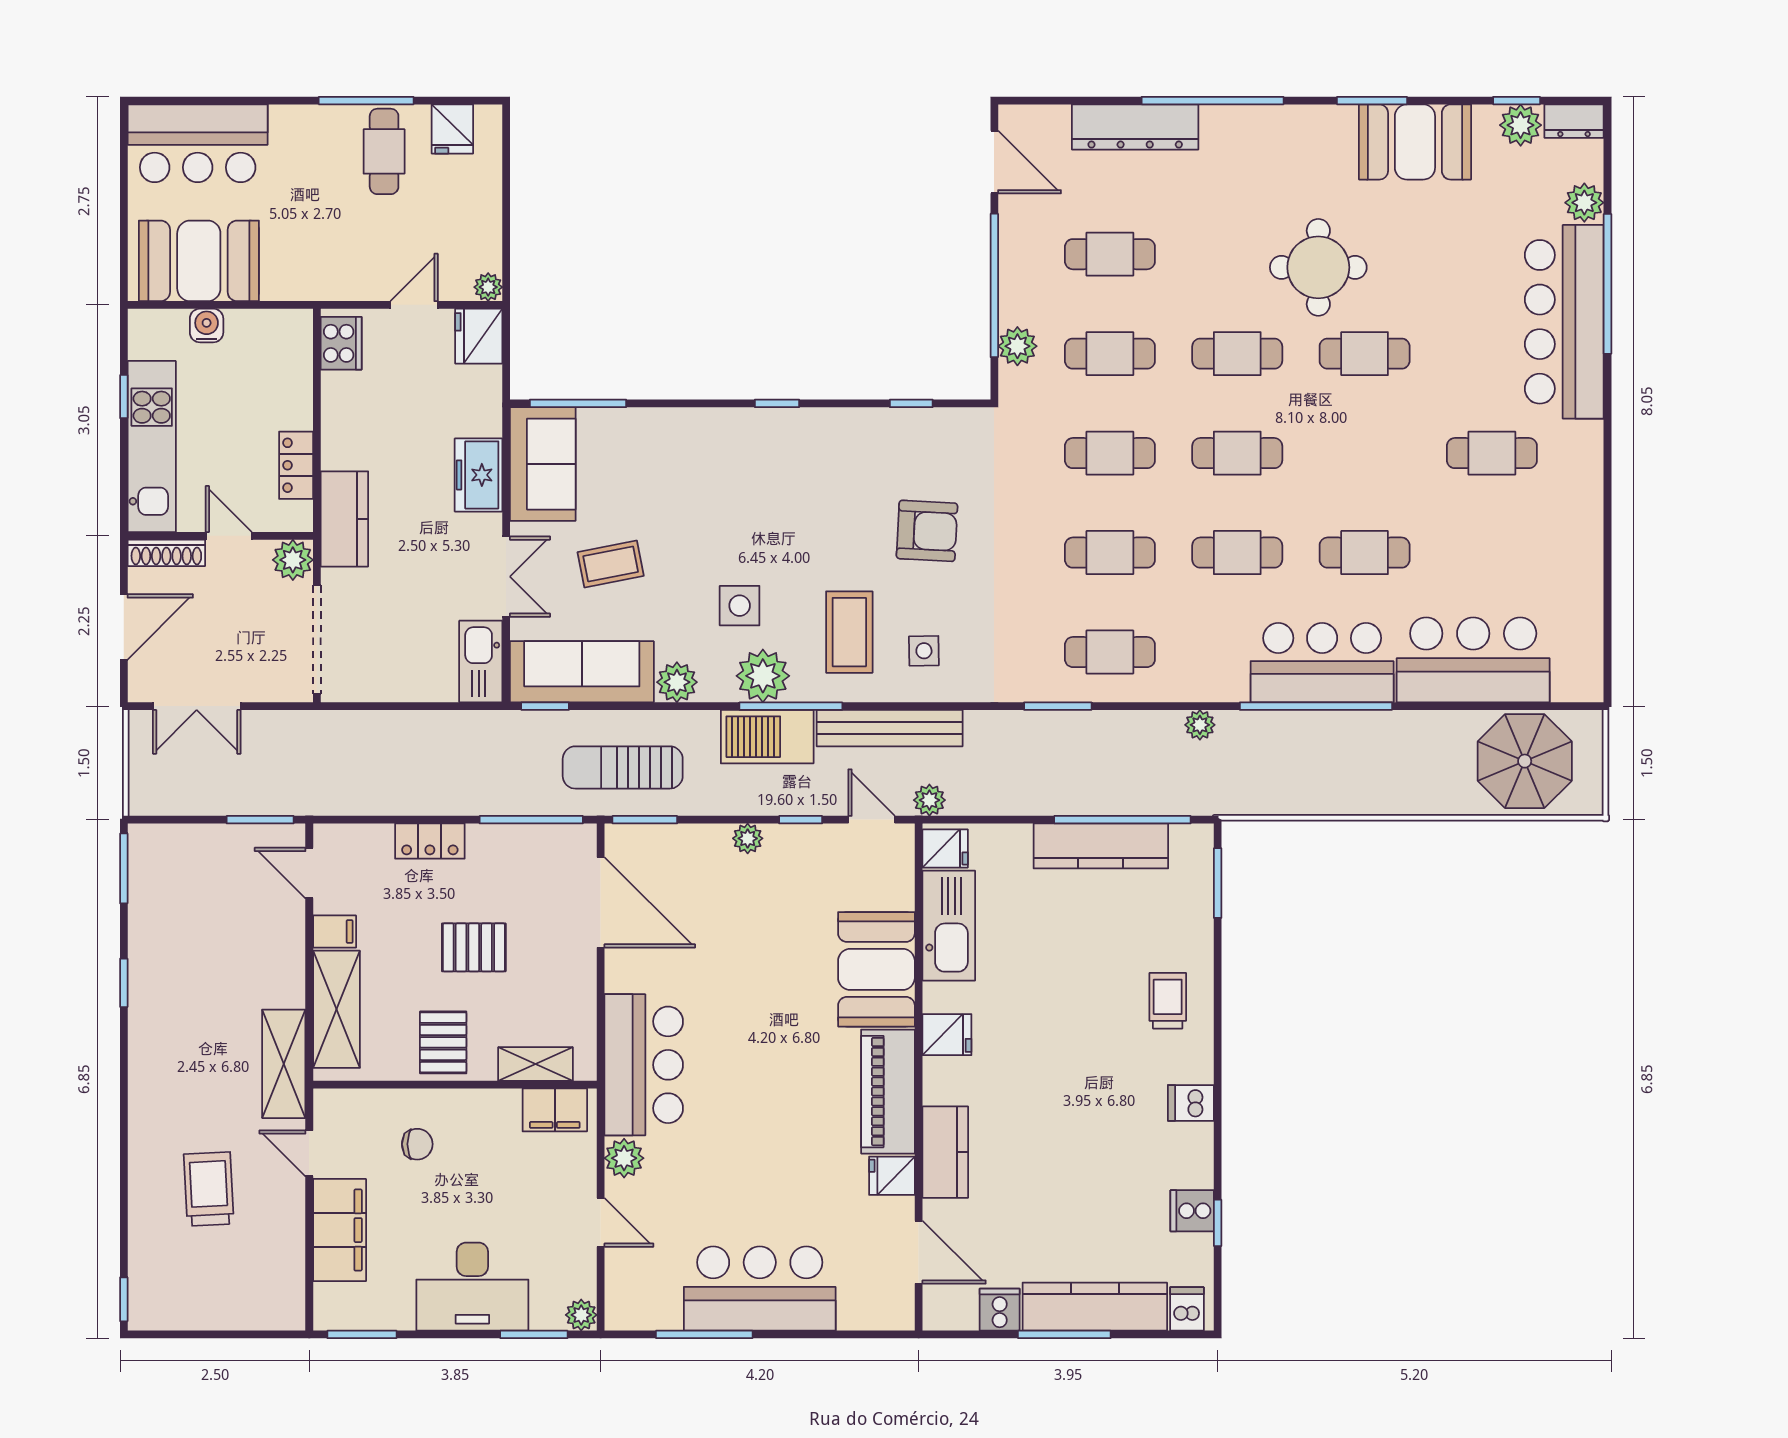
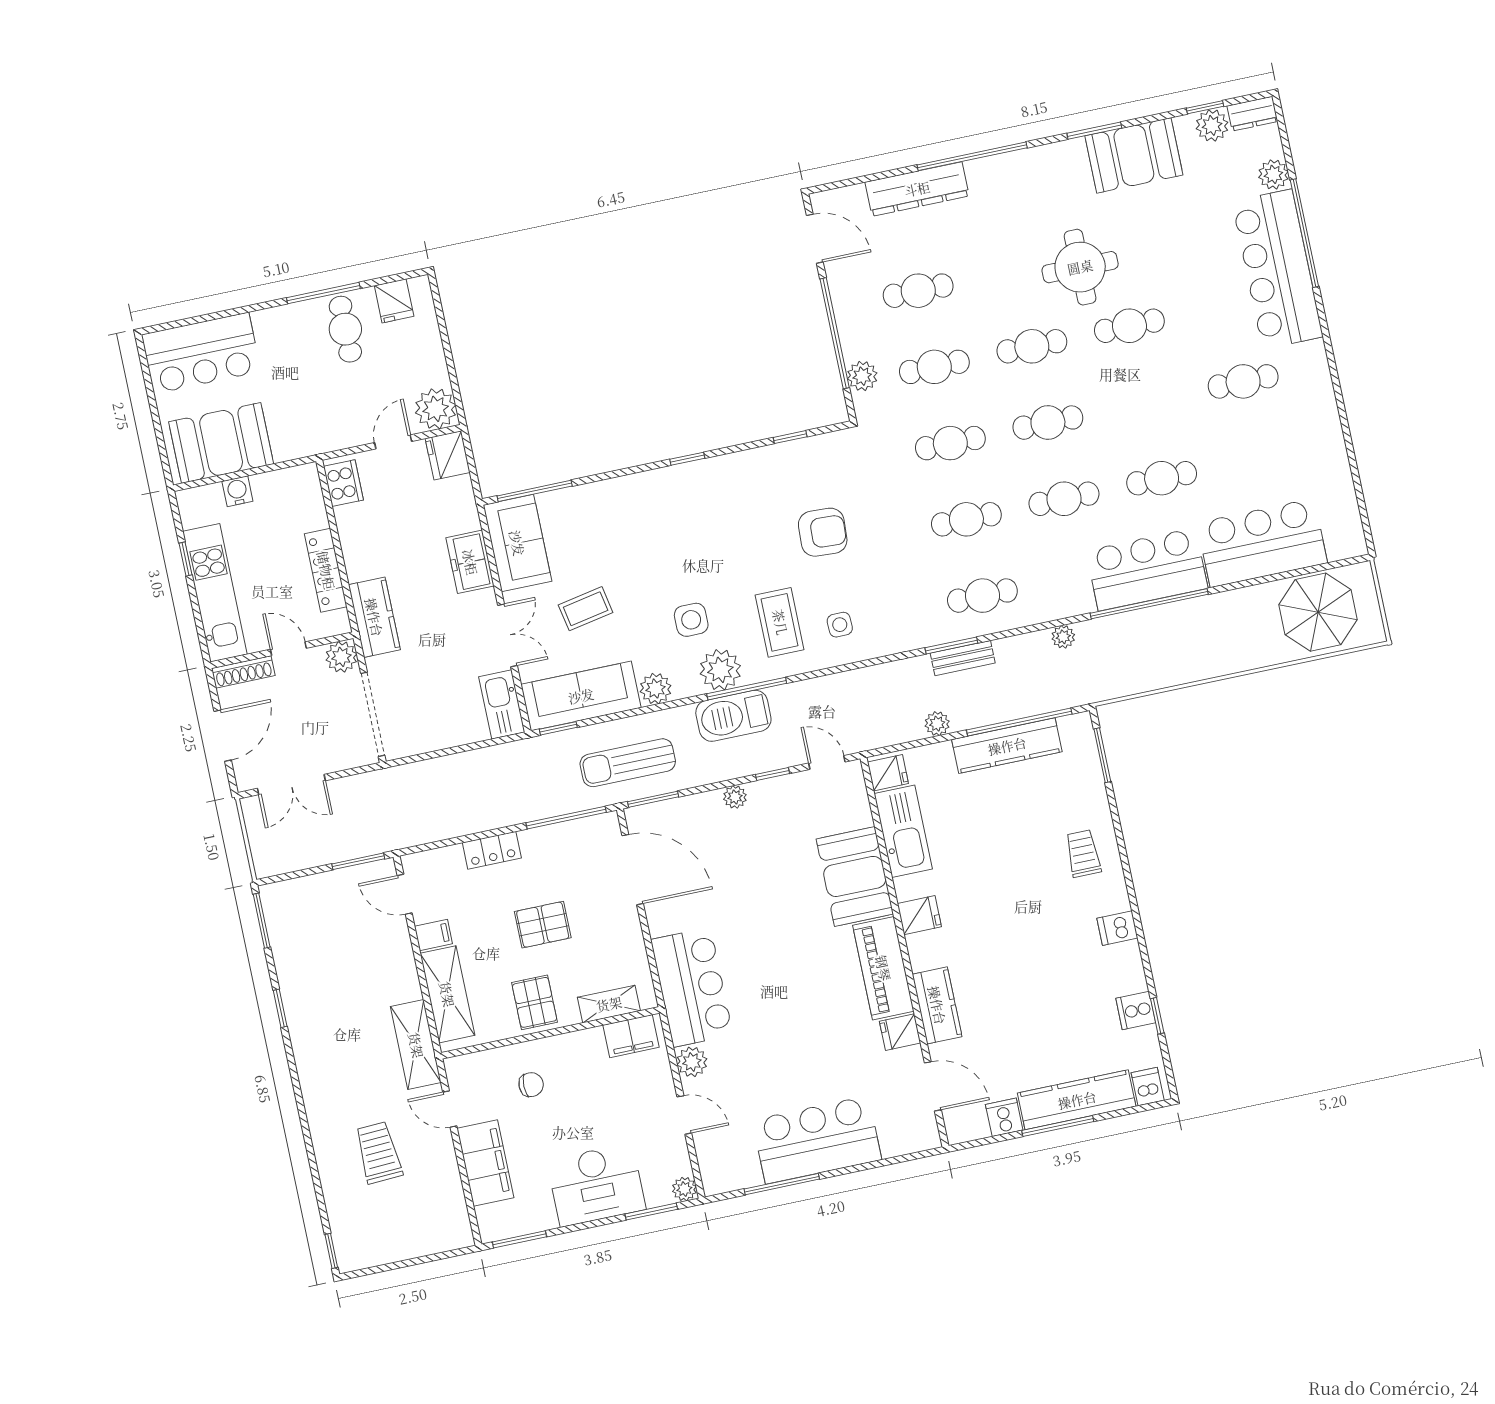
plant: (488, 287) -> (436, 409), width x1.88, depth x1.88
locker: (296, 465) -> (326, 570), width x1.53
bench: (890, 728) -> (963, 658), moved, width x0.54, depth x0.82
plant: (929, 800) -> (937, 724), moved

